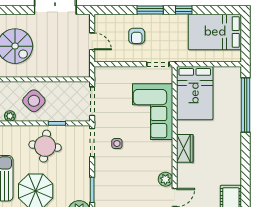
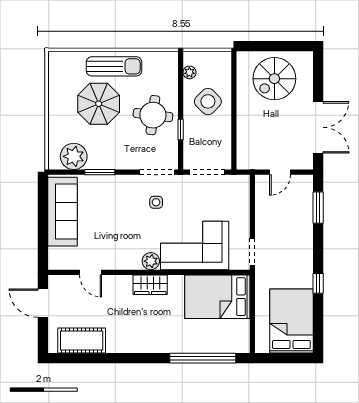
window: (150, 10) -> (318, 208), moved
armchair: (137, 36) -> (287, 226), removed
plant: (165, 179) -> (151, 261), moved

